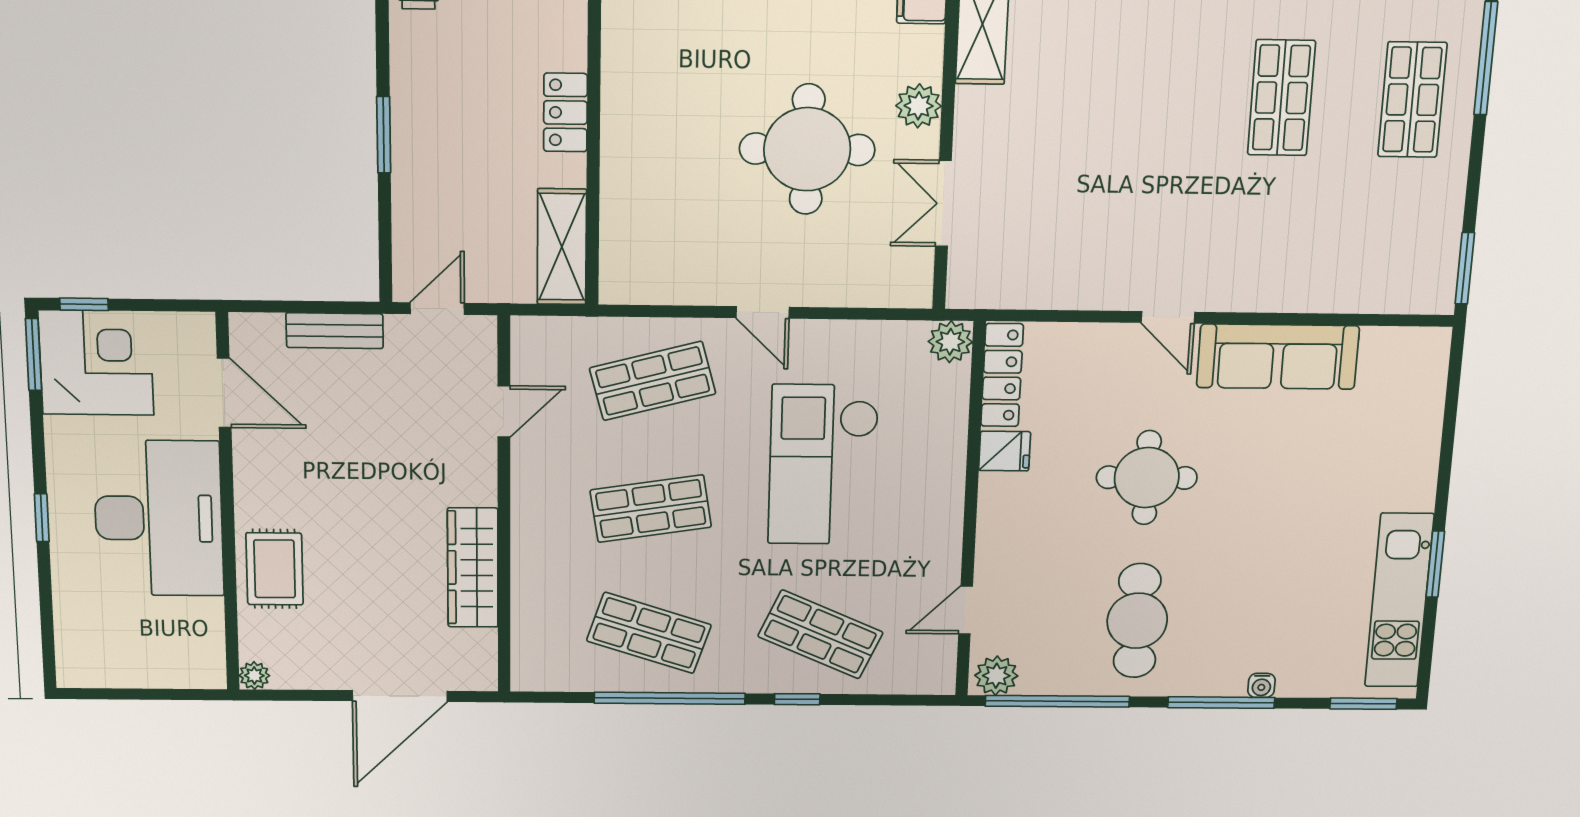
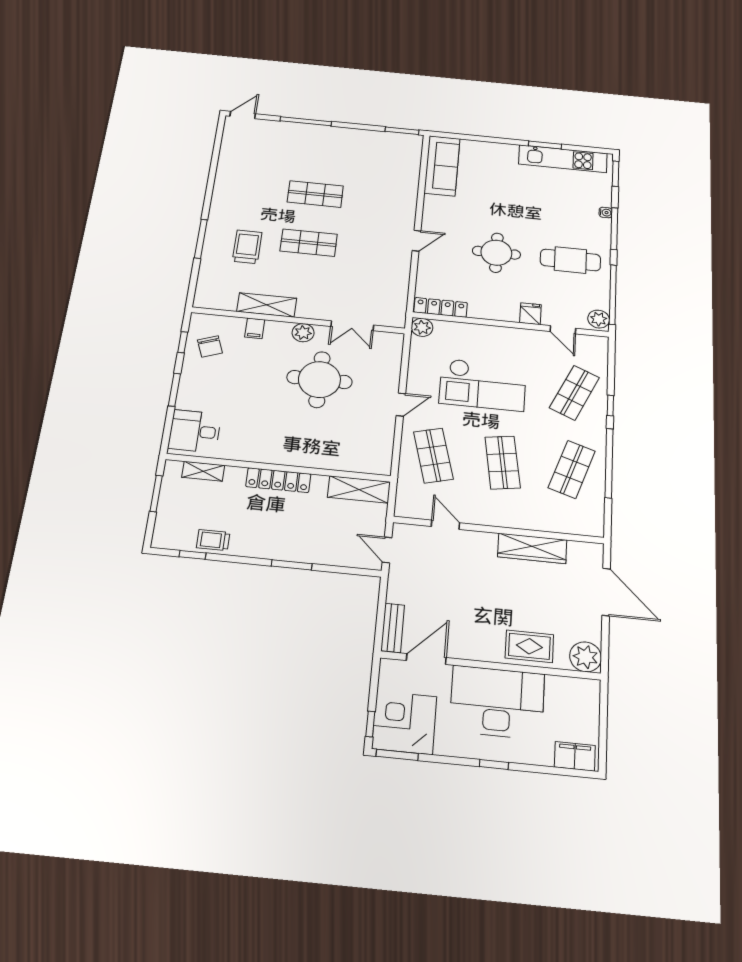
shop shelf: (1412, 100) -> (309, 243), moved
locker: (565, 112) -> (278, 480), width x1.53
bench: (335, 331) -> (393, 628), moved
sofa: (1278, 357) -> (442, 166), moved
fridge: (1005, 451) -> (530, 314), moved
filing cabinet: (78, 649) -> (575, 756), added
plant: (254, 676) -> (586, 657), width x1.88, depth x1.88

